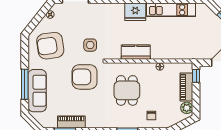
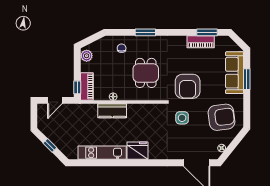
kitchen counter: (136, 52) -> (112, 111), moved
armchair: (85, 77) -> (188, 86), turned 90
window: (25, 84) -> (247, 79), width x0.69
piano: (186, 87) -> (87, 86), moved

